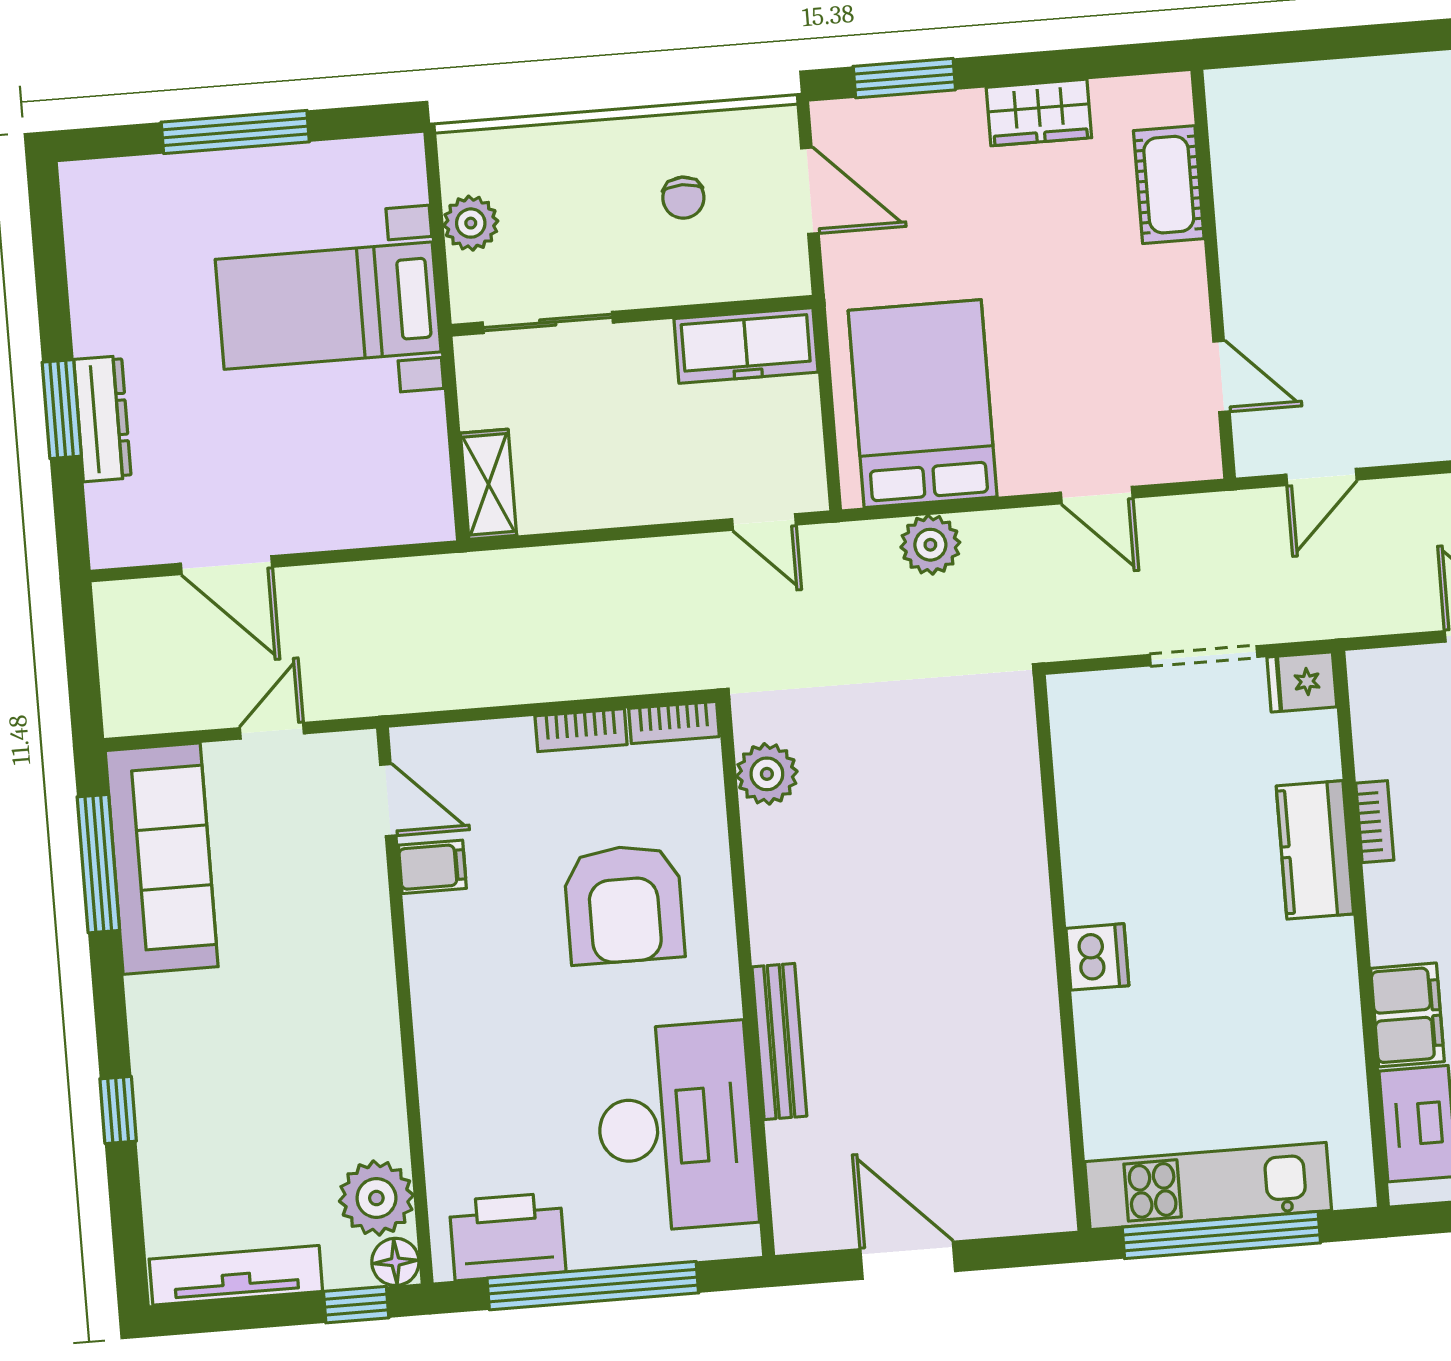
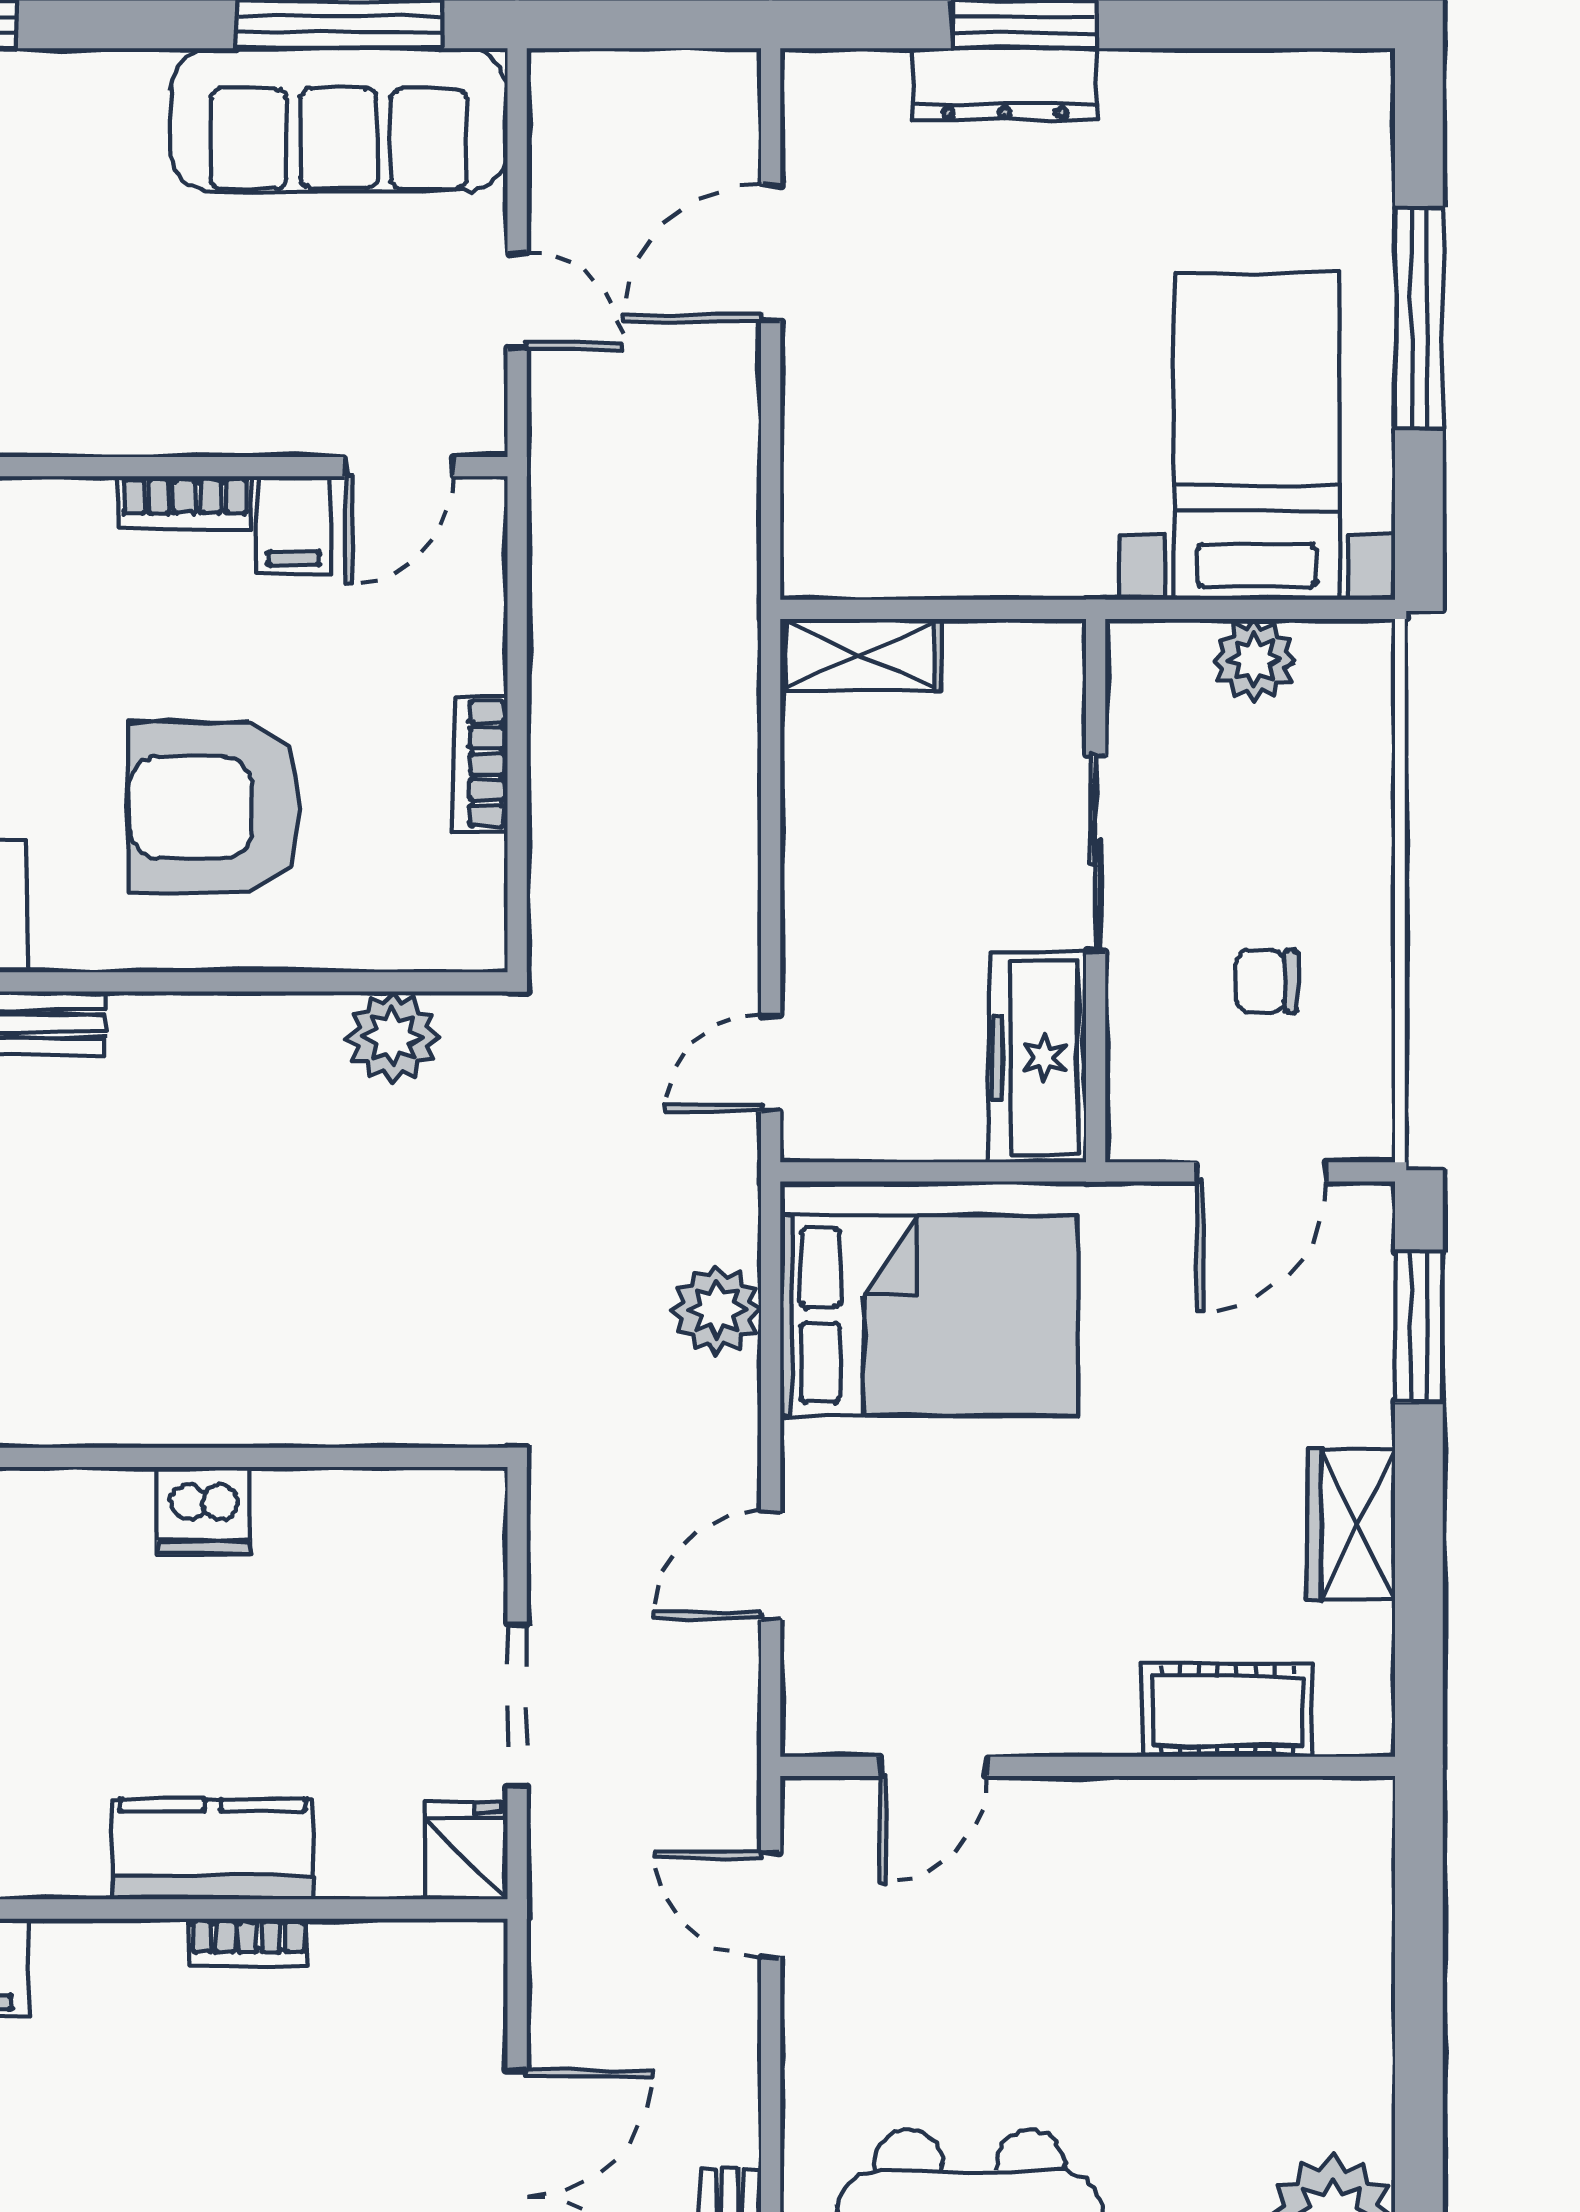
bed with nightstands: (328, 306) -> (1257, 436), moved
sliding door: (548, 323) -> (1096, 854), moved
bookcase: (674, 722) -> (185, 503), moved, turned -90
dishwasher: (1097, 957) -> (203, 1510), moved

